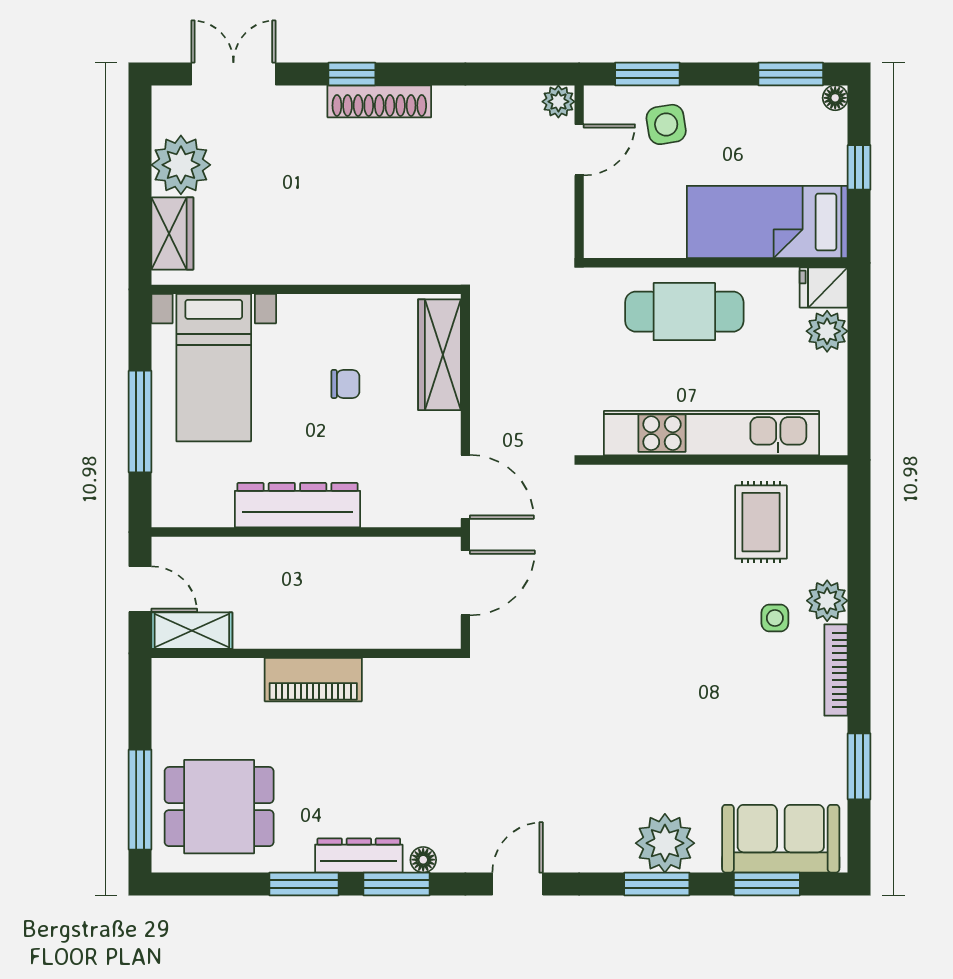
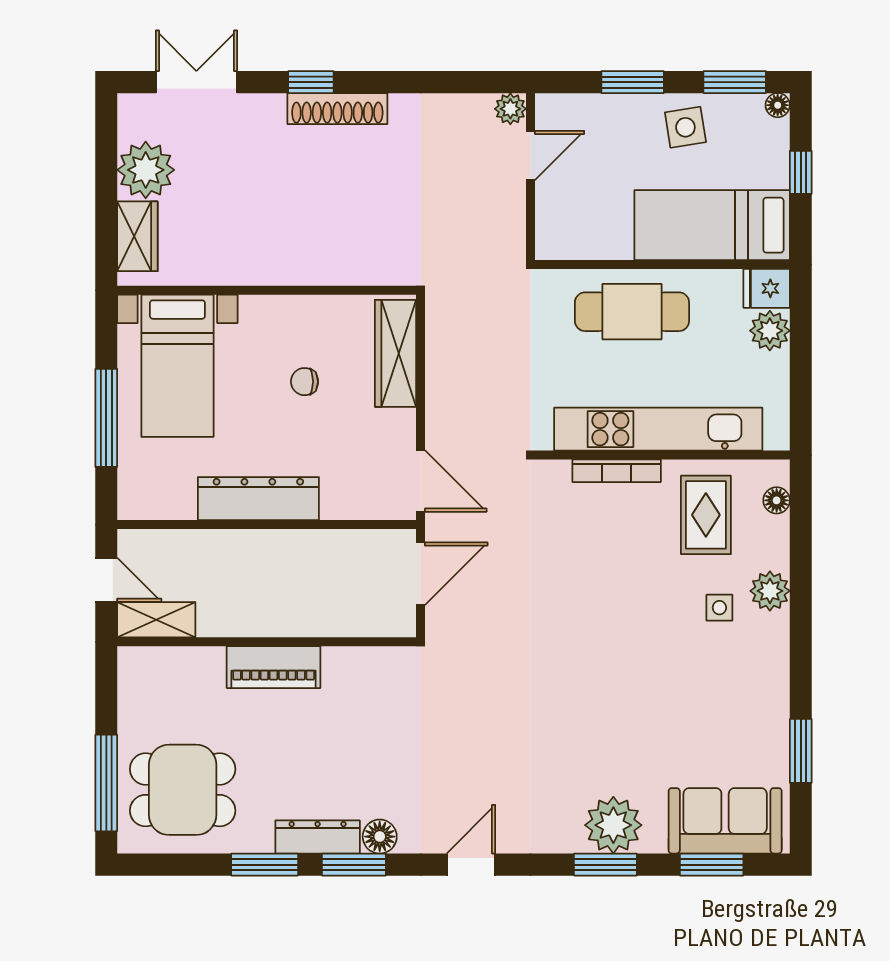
window: (647, 74) -> (633, 82), moved
side table: (666, 124) -> (685, 127), moved
chair: (345, 384) -> (305, 382), turned 180
floor lamp: (834, 507) -> (777, 500), added
bookcase: (836, 670) -> (617, 471), moved, turned -90
floor lamp: (423, 860) -> (380, 837), width x1.37, depth x1.37

